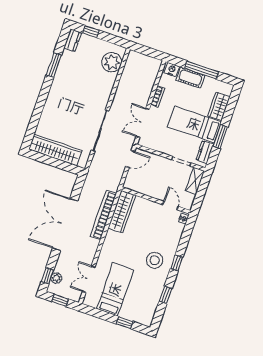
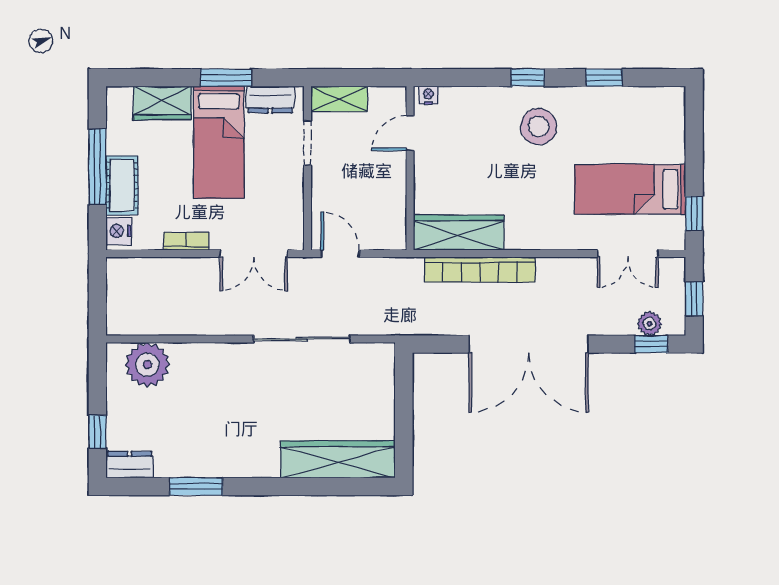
wardrobe: (55, 150) -> (338, 459), moved, turned 90
window: (125, 323) -> (694, 213), moved

